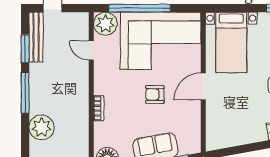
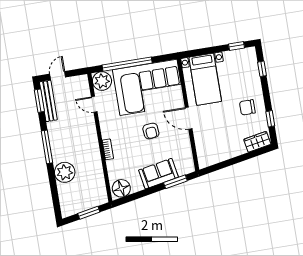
window: (25, 49) -> (39, 101), moved
door: (203, 86) -> (189, 118), hinge flipped
armchair: (155, 94) -> (151, 131), turned -95

